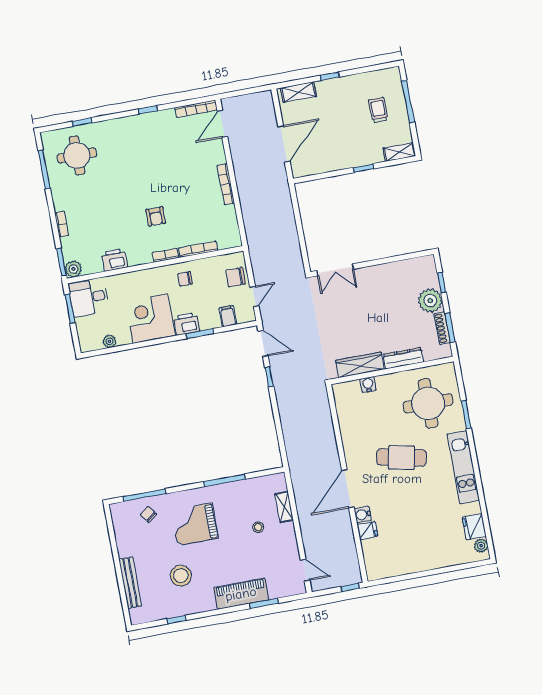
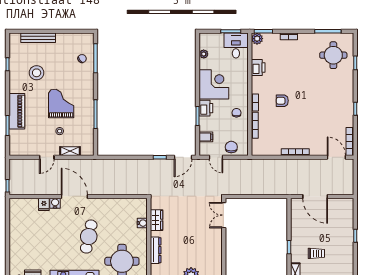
shelving: (299, 92) -> (348, 213), removed
trolley: (378, 110) -> (316, 253), moved
wardrobe: (360, 365) -> (156, 220), width x0.67
grand piano: (195, 524) -> (61, 103), moved
door: (305, 570) -> (47, 157), moved

